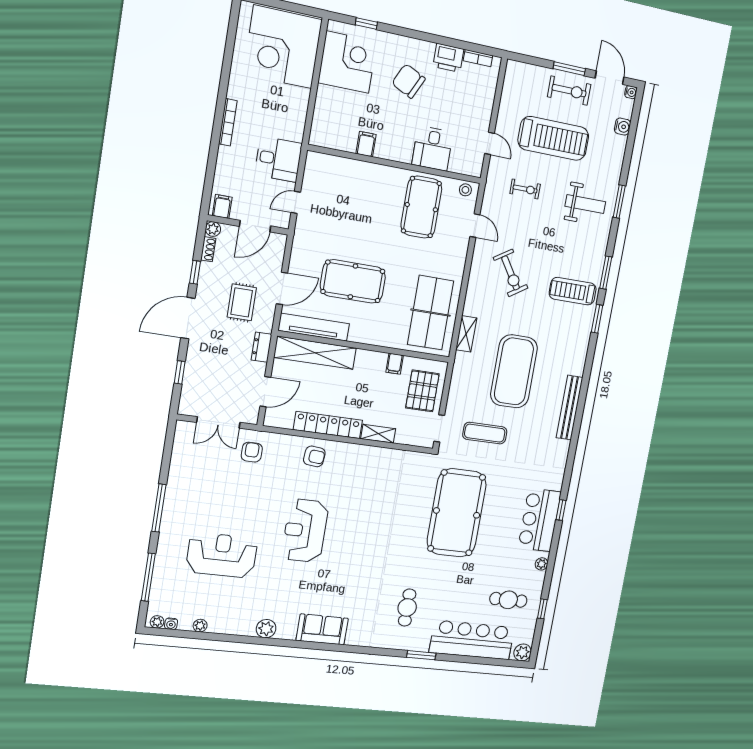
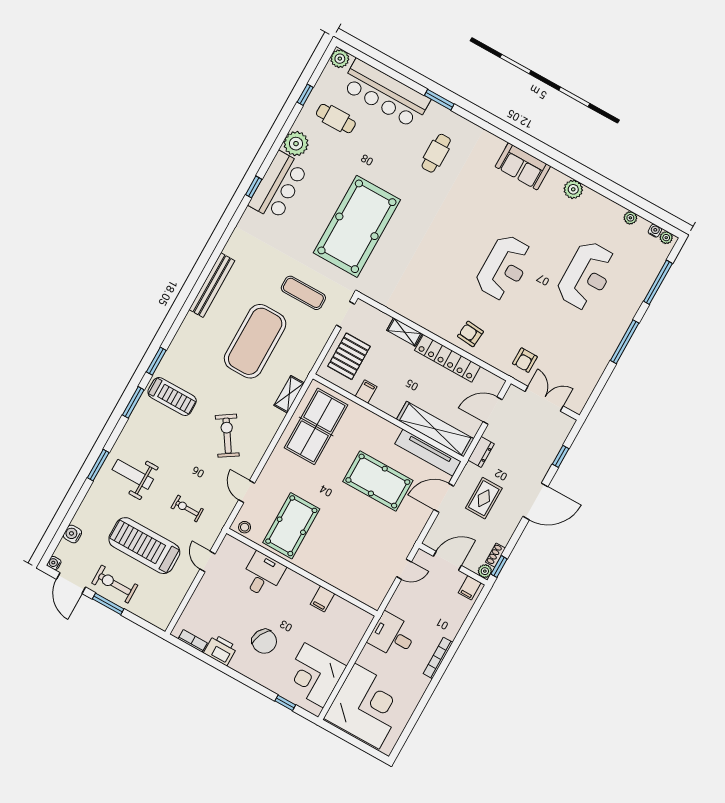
desk: (278, 159) -> (392, 636), moved
window: (195, 272) -> (499, 566), moved
reception desk: (222, 555) -> (587, 276), turned -90
plant: (542, 564) -> (296, 144), width x1.87, depth x1.87

